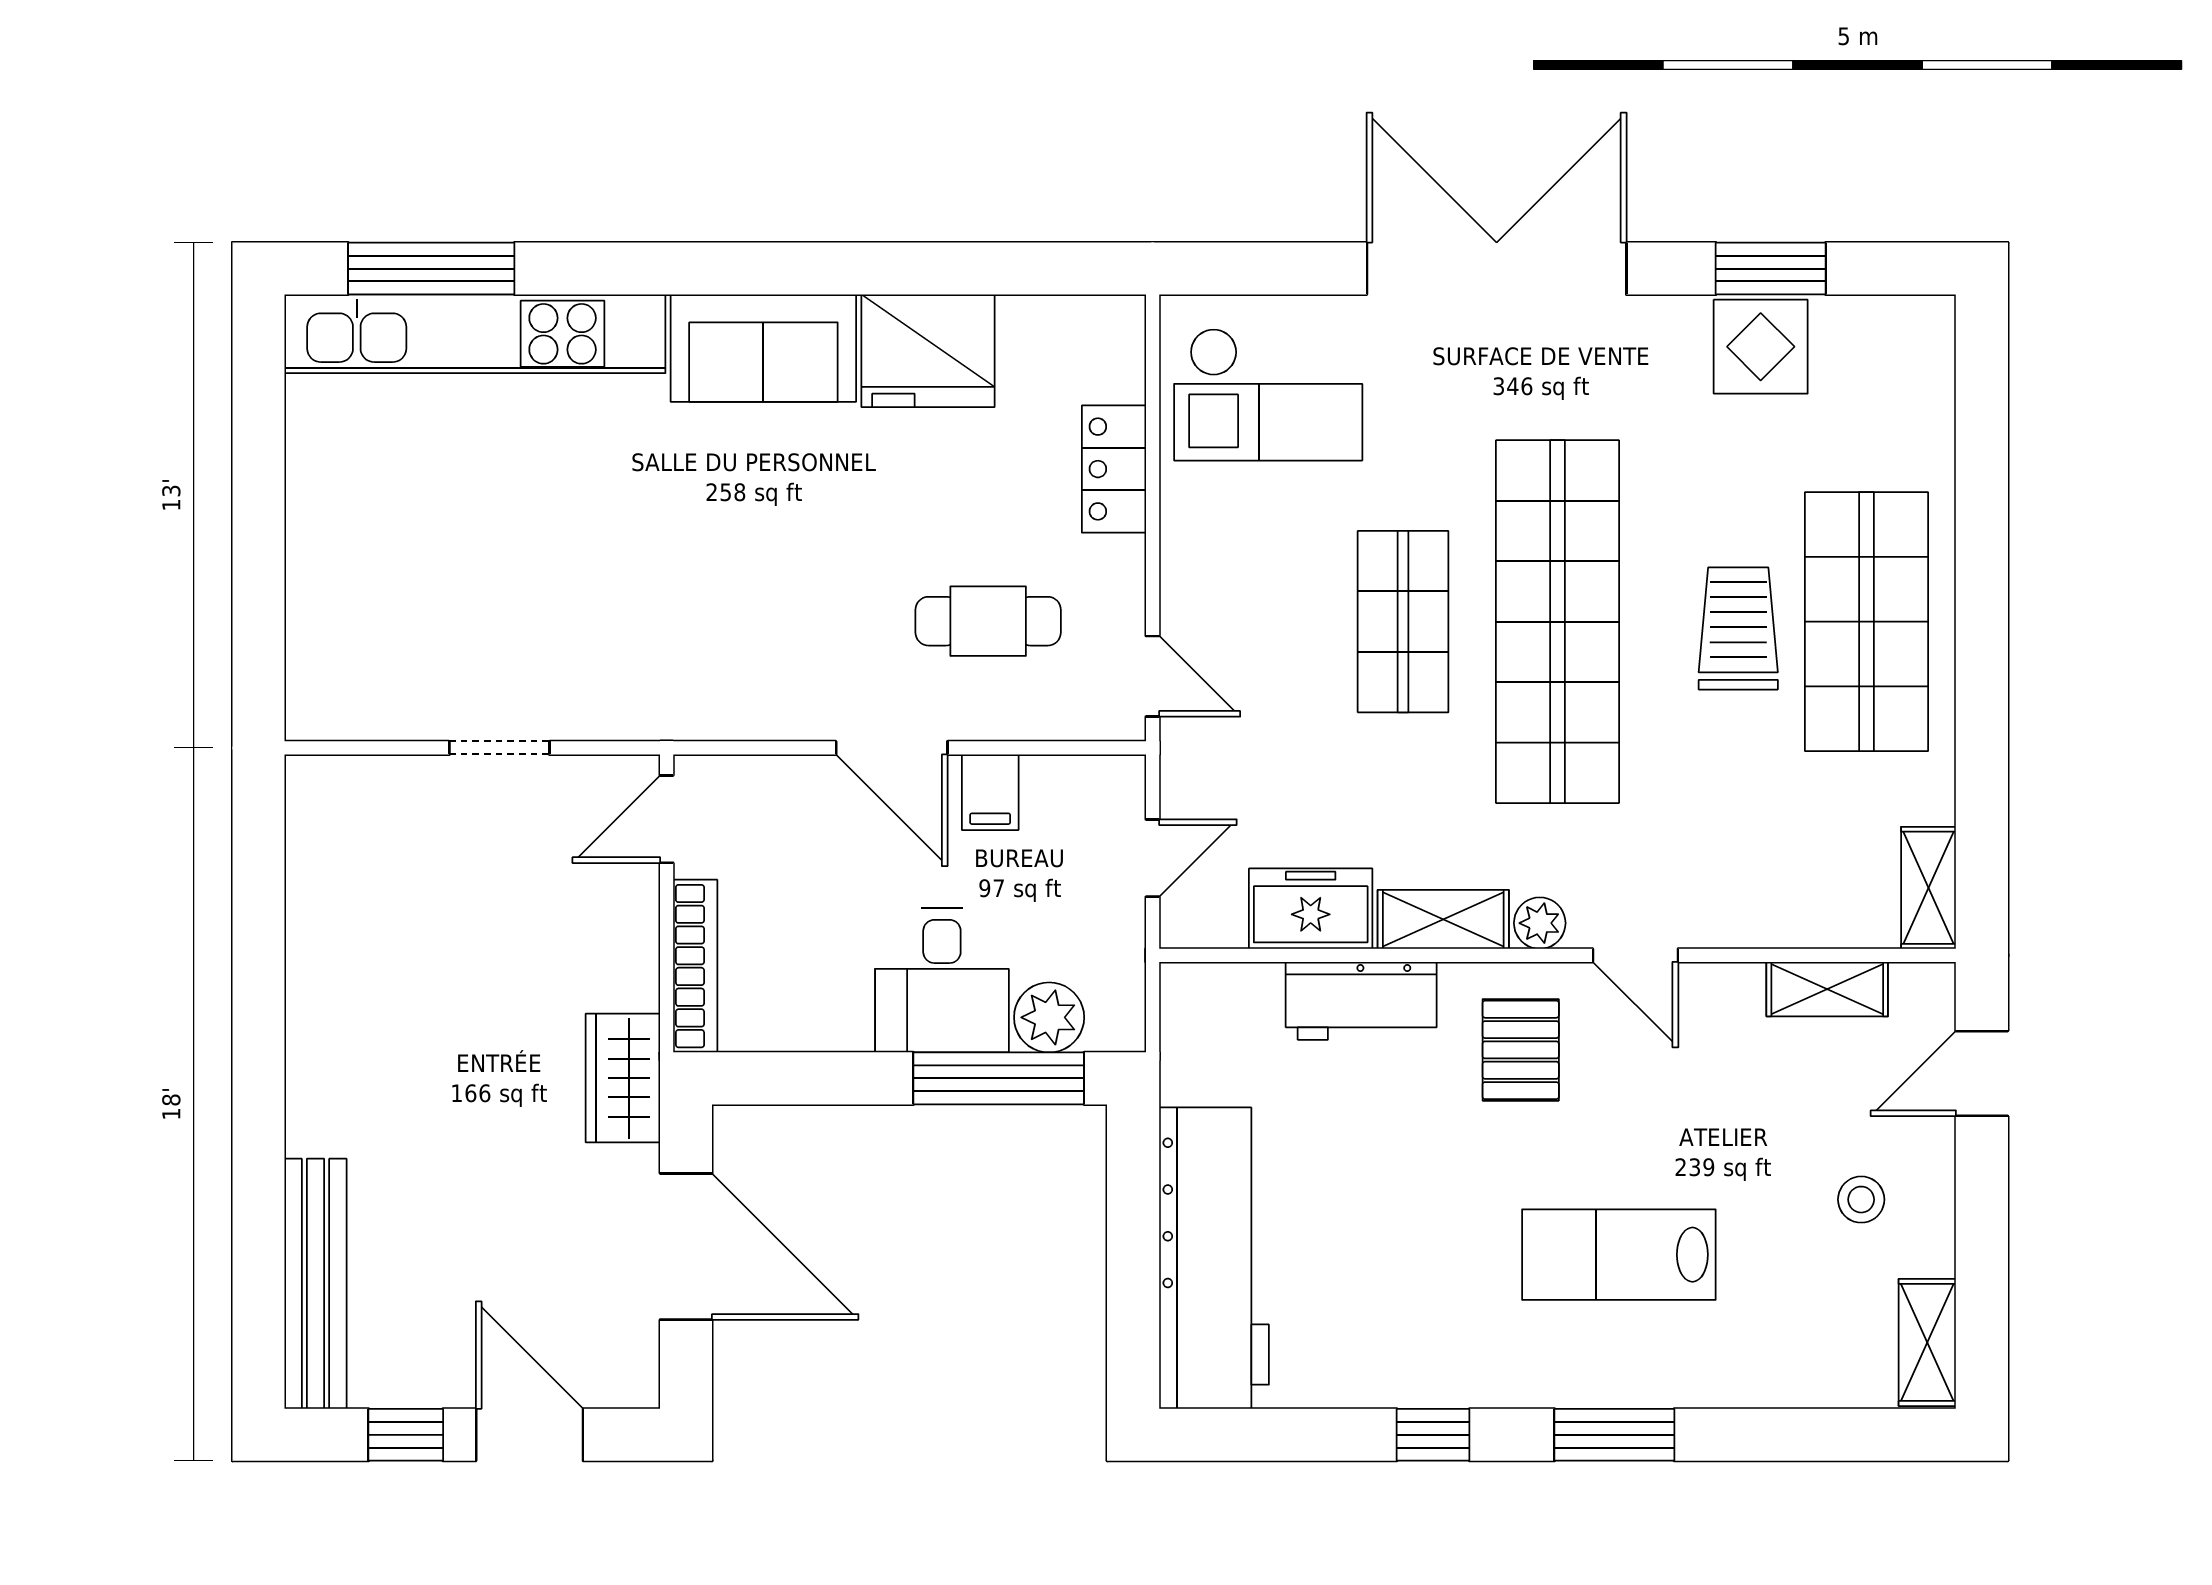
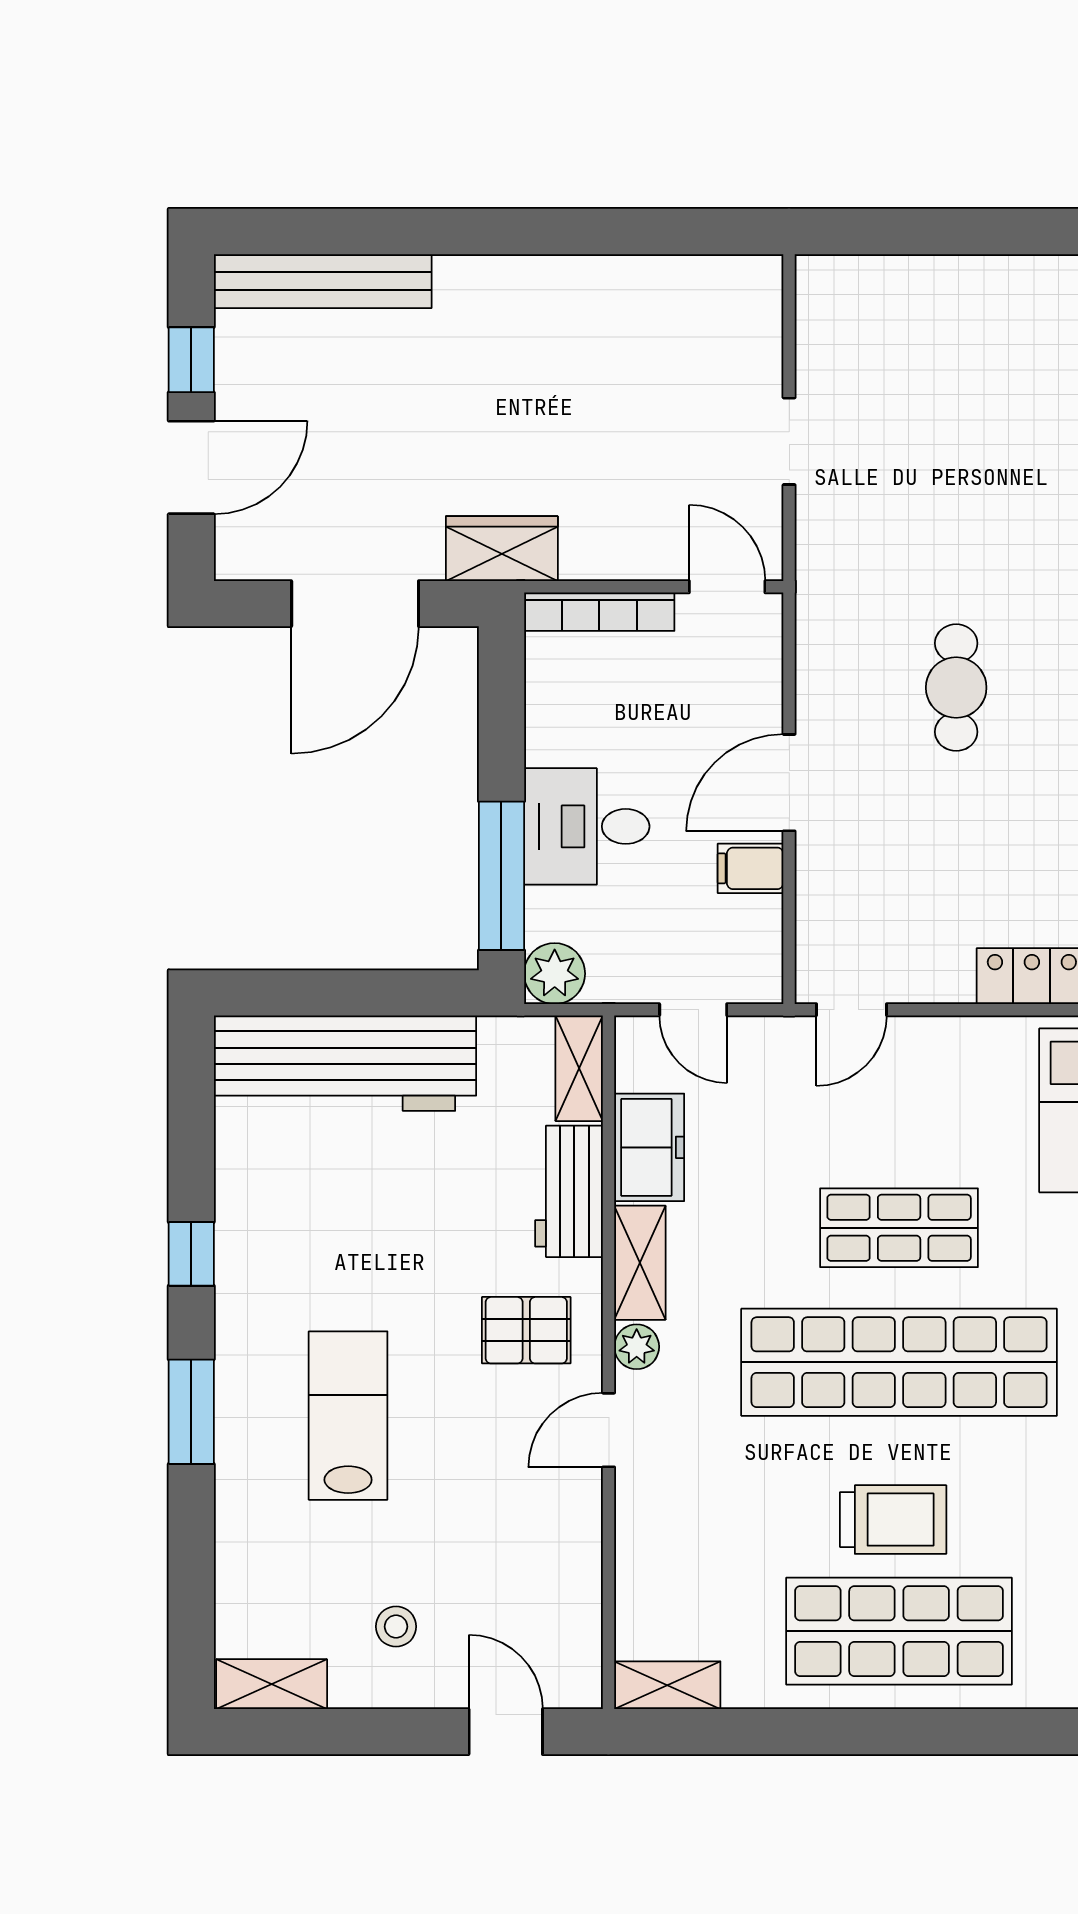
cafe table: (988, 621) -> (956, 688), moved
shelving: (1827, 989) -> (579, 1068), moved
plant: (1049, 1017) -> (555, 974), moved

